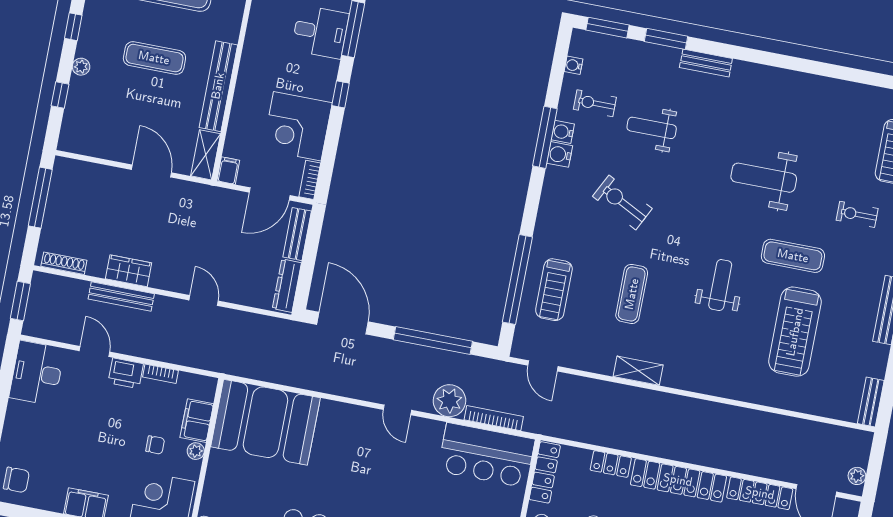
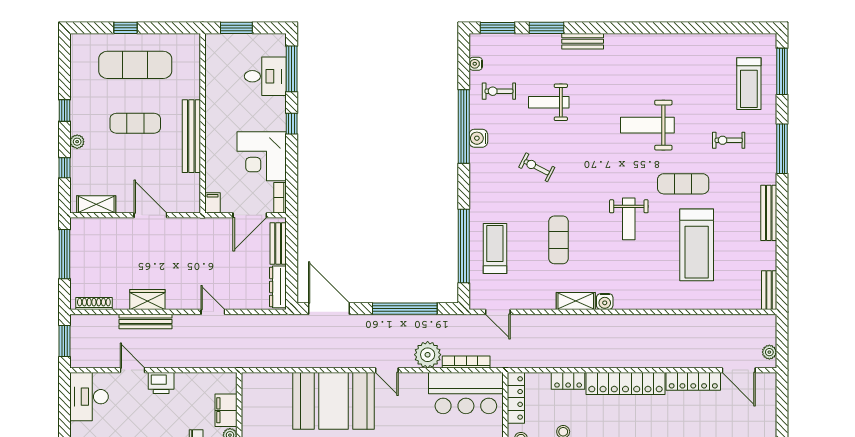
water cooler: (563, 132) -> (605, 301), moved, turned -90
window: (545, 137) -> (464, 127), width x1.46
shelving: (206, 155) -> (96, 204), moved, turned 90
exercise bike: (622, 202) -> (537, 167), width x0.73, depth x0.72
weight bench: (720, 285) -> (629, 219), turned 180
treadmill: (554, 290) -> (495, 249), turned 180
bookcase: (160, 374) -> (189, 378), removed
booth: (265, 422) -> (333, 401), moved

